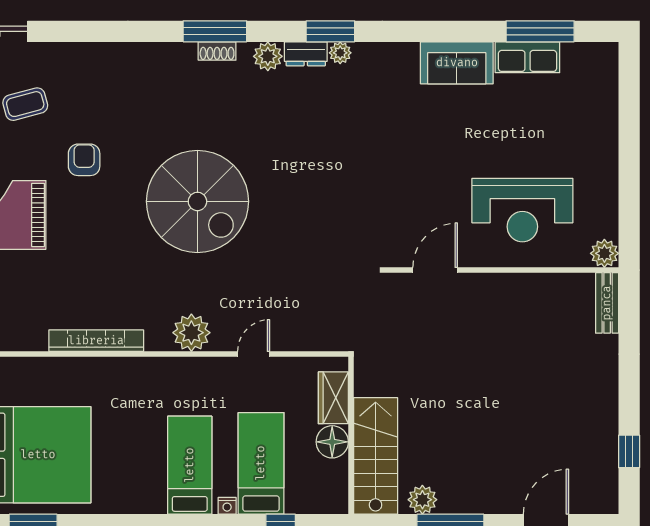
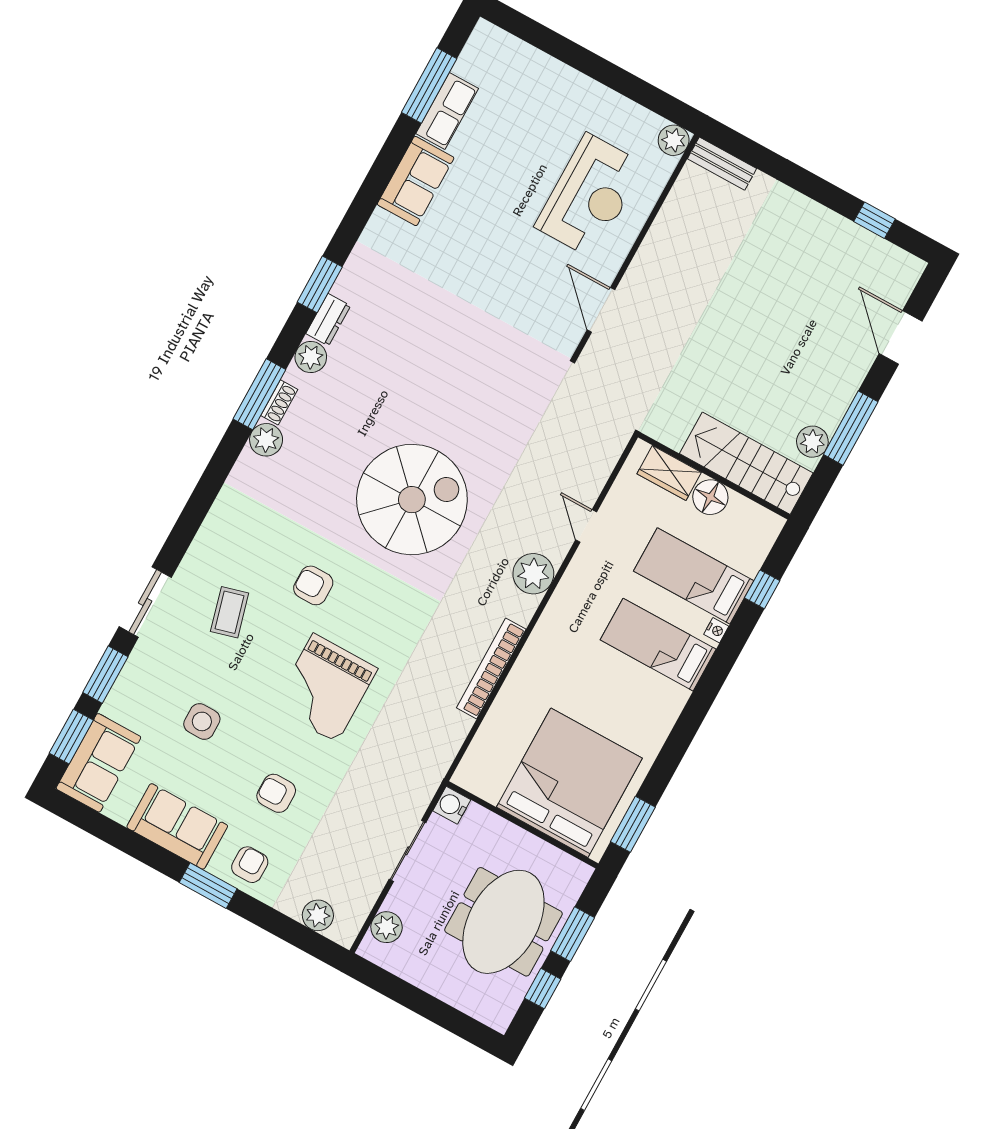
plant: (340, 53) -> (266, 440), moved, width x1.38, depth x1.38

